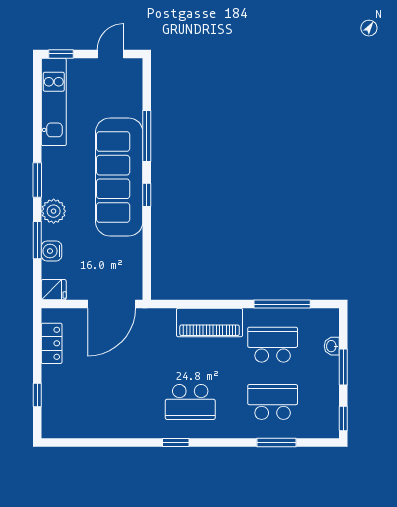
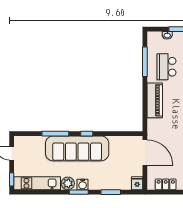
plant: (54, 211) -> (68, 183), moved
water cooler: (52, 251) -> (83, 184), moved

